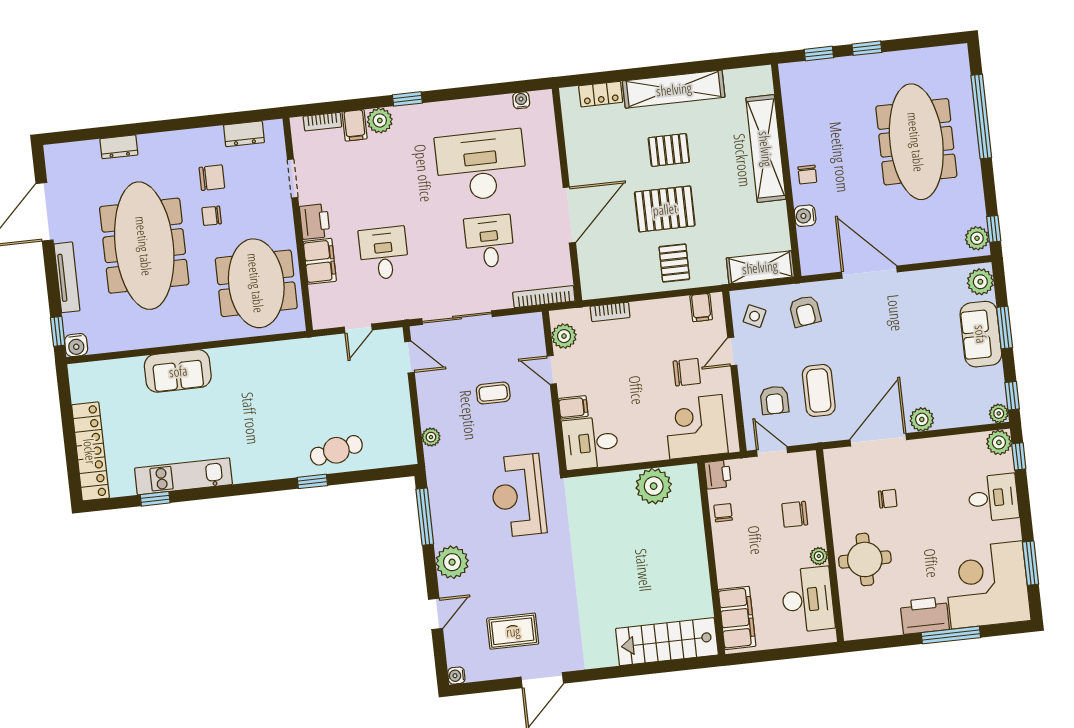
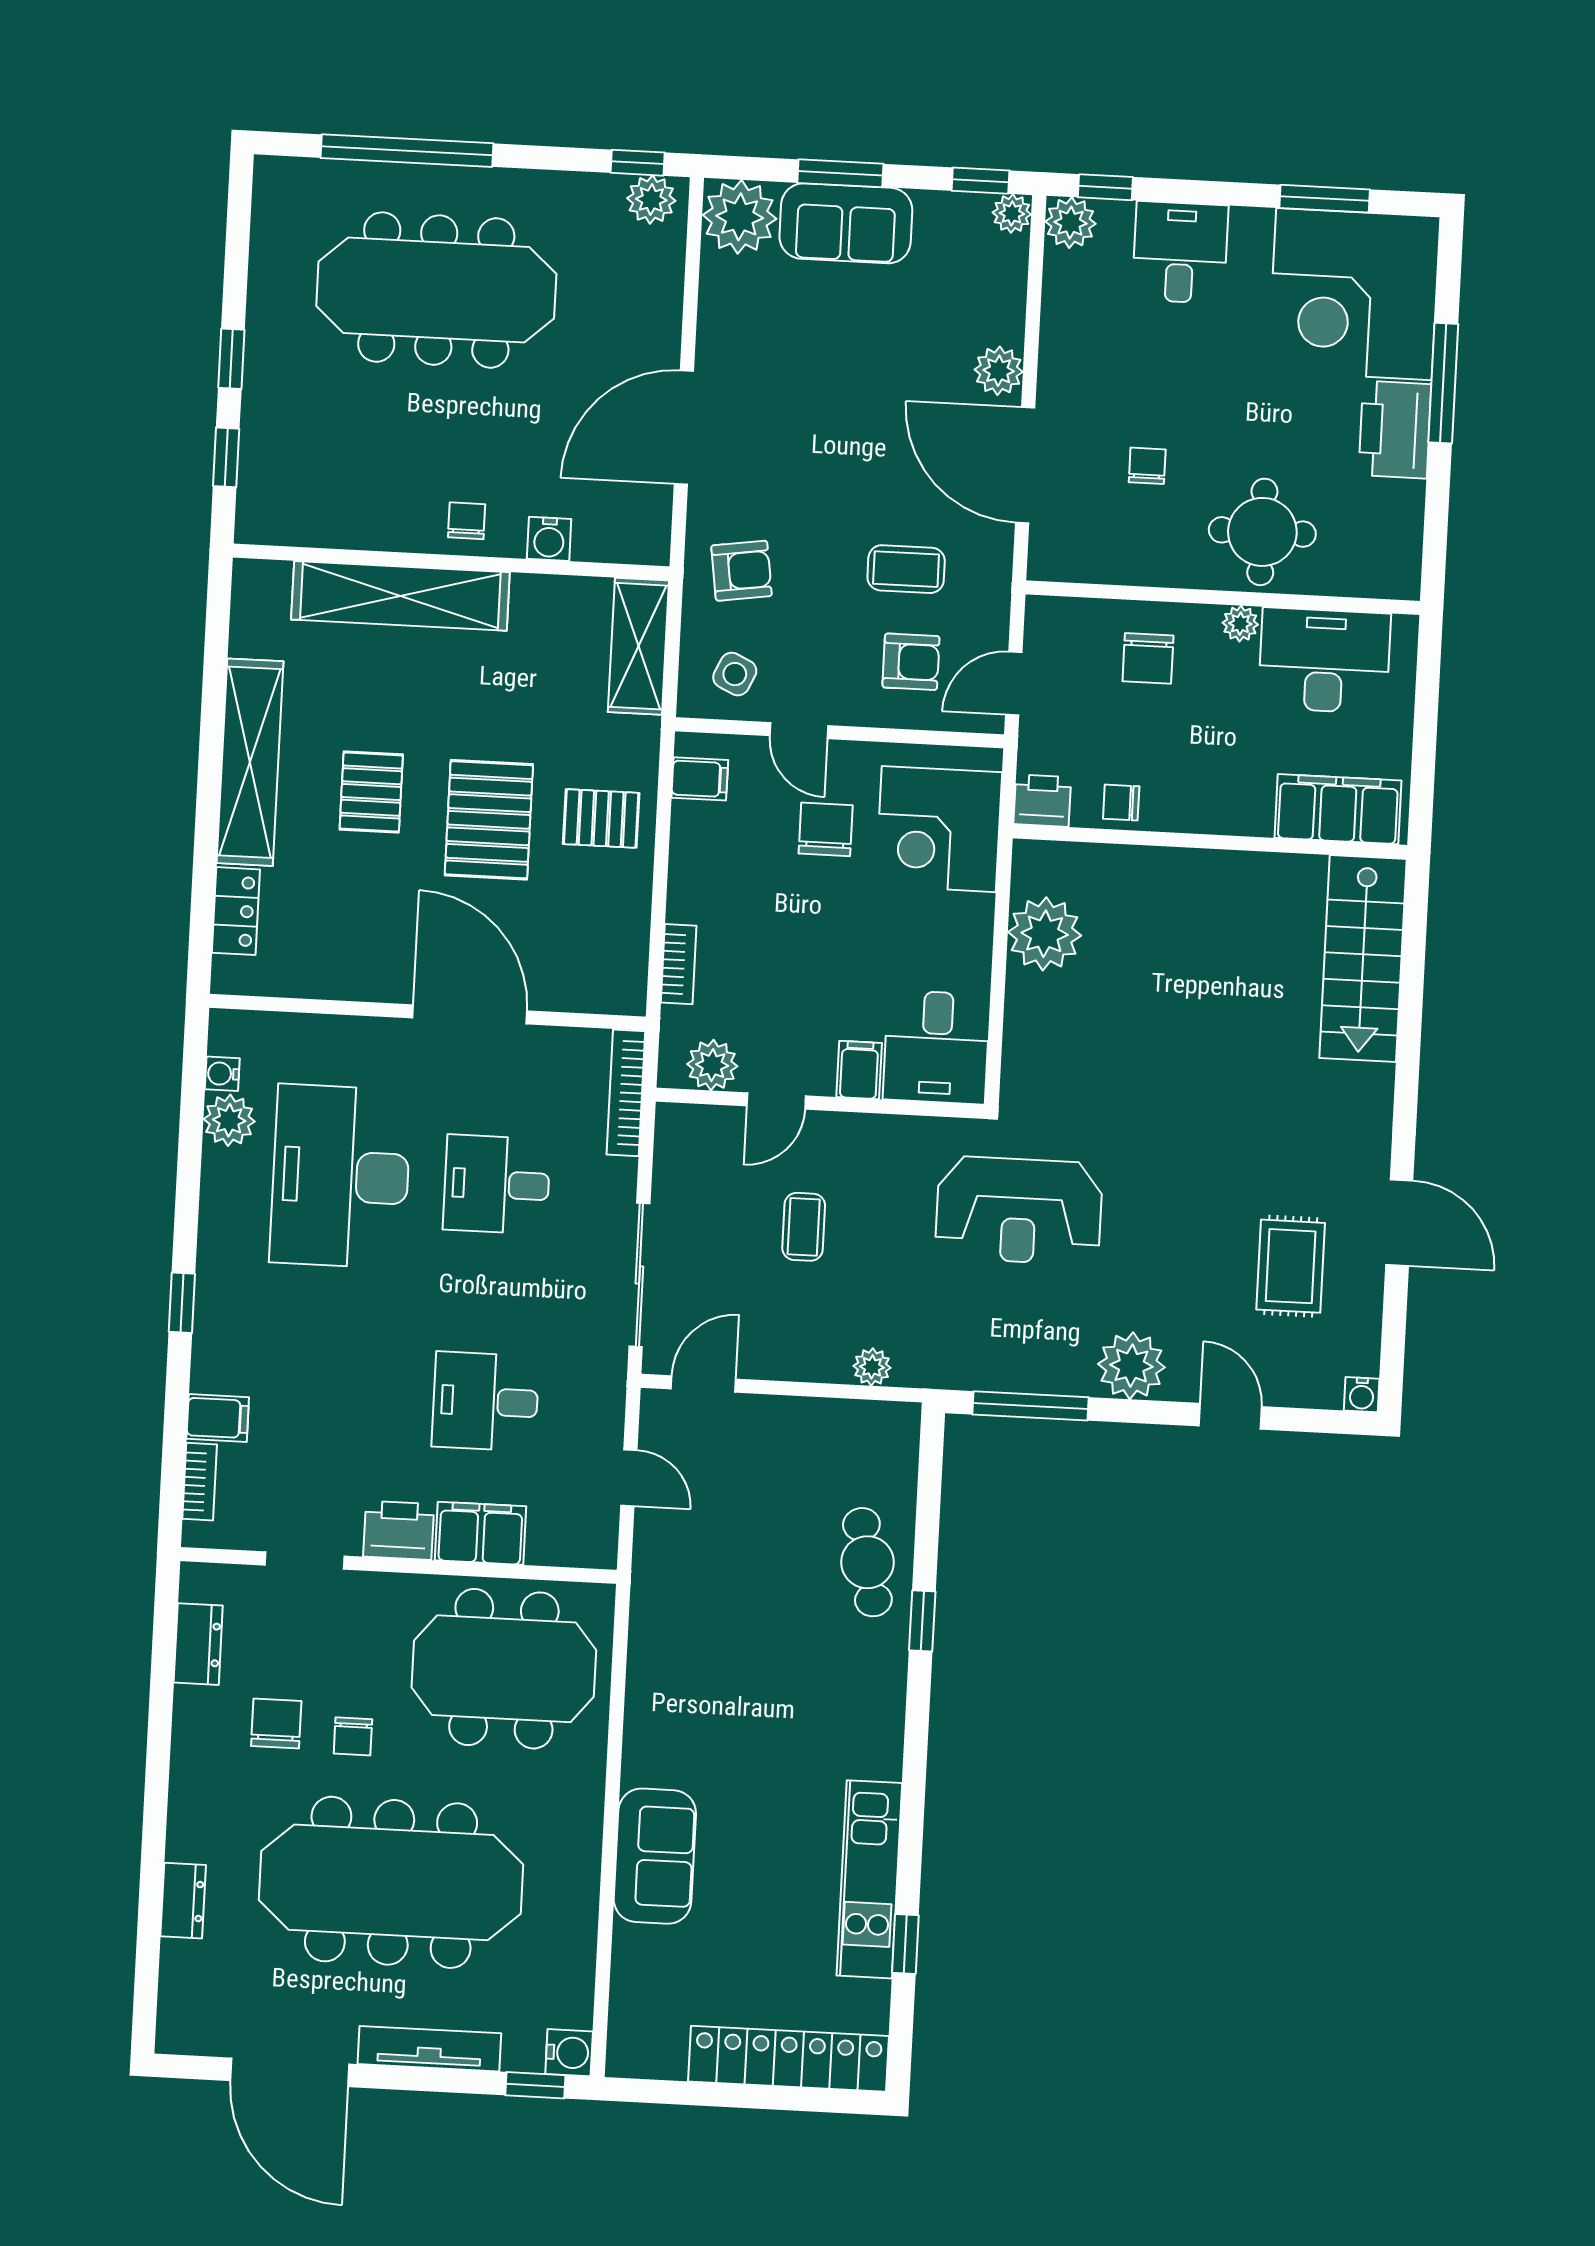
plant: (380, 120) -> (229, 1120), moved
chair: (807, 175) -> (467, 521), turned -90
plant: (980, 282) -> (740, 217), width x1.36, depth x1.36
coffee table: (819, 390) -> (906, 569), width x0.73, depth x0.77

